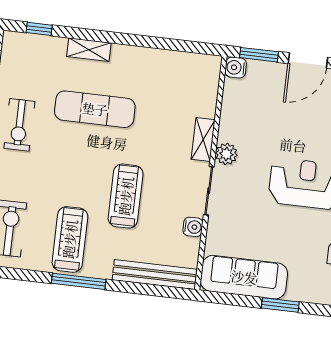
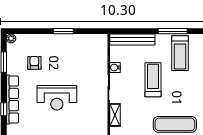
plant: (226, 154) -> (102, 109), removed
treadmill: (126, 196) -> (153, 80), turned 180
sofa: (244, 277) -> (84, 44), removed

